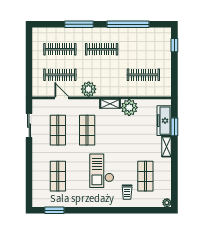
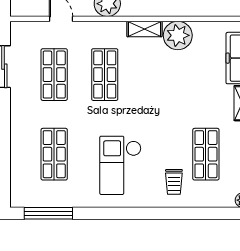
checkout: (102, 171) -> (120, 165), moved
window: (54, 210) -> (48, 213), width x1.44

